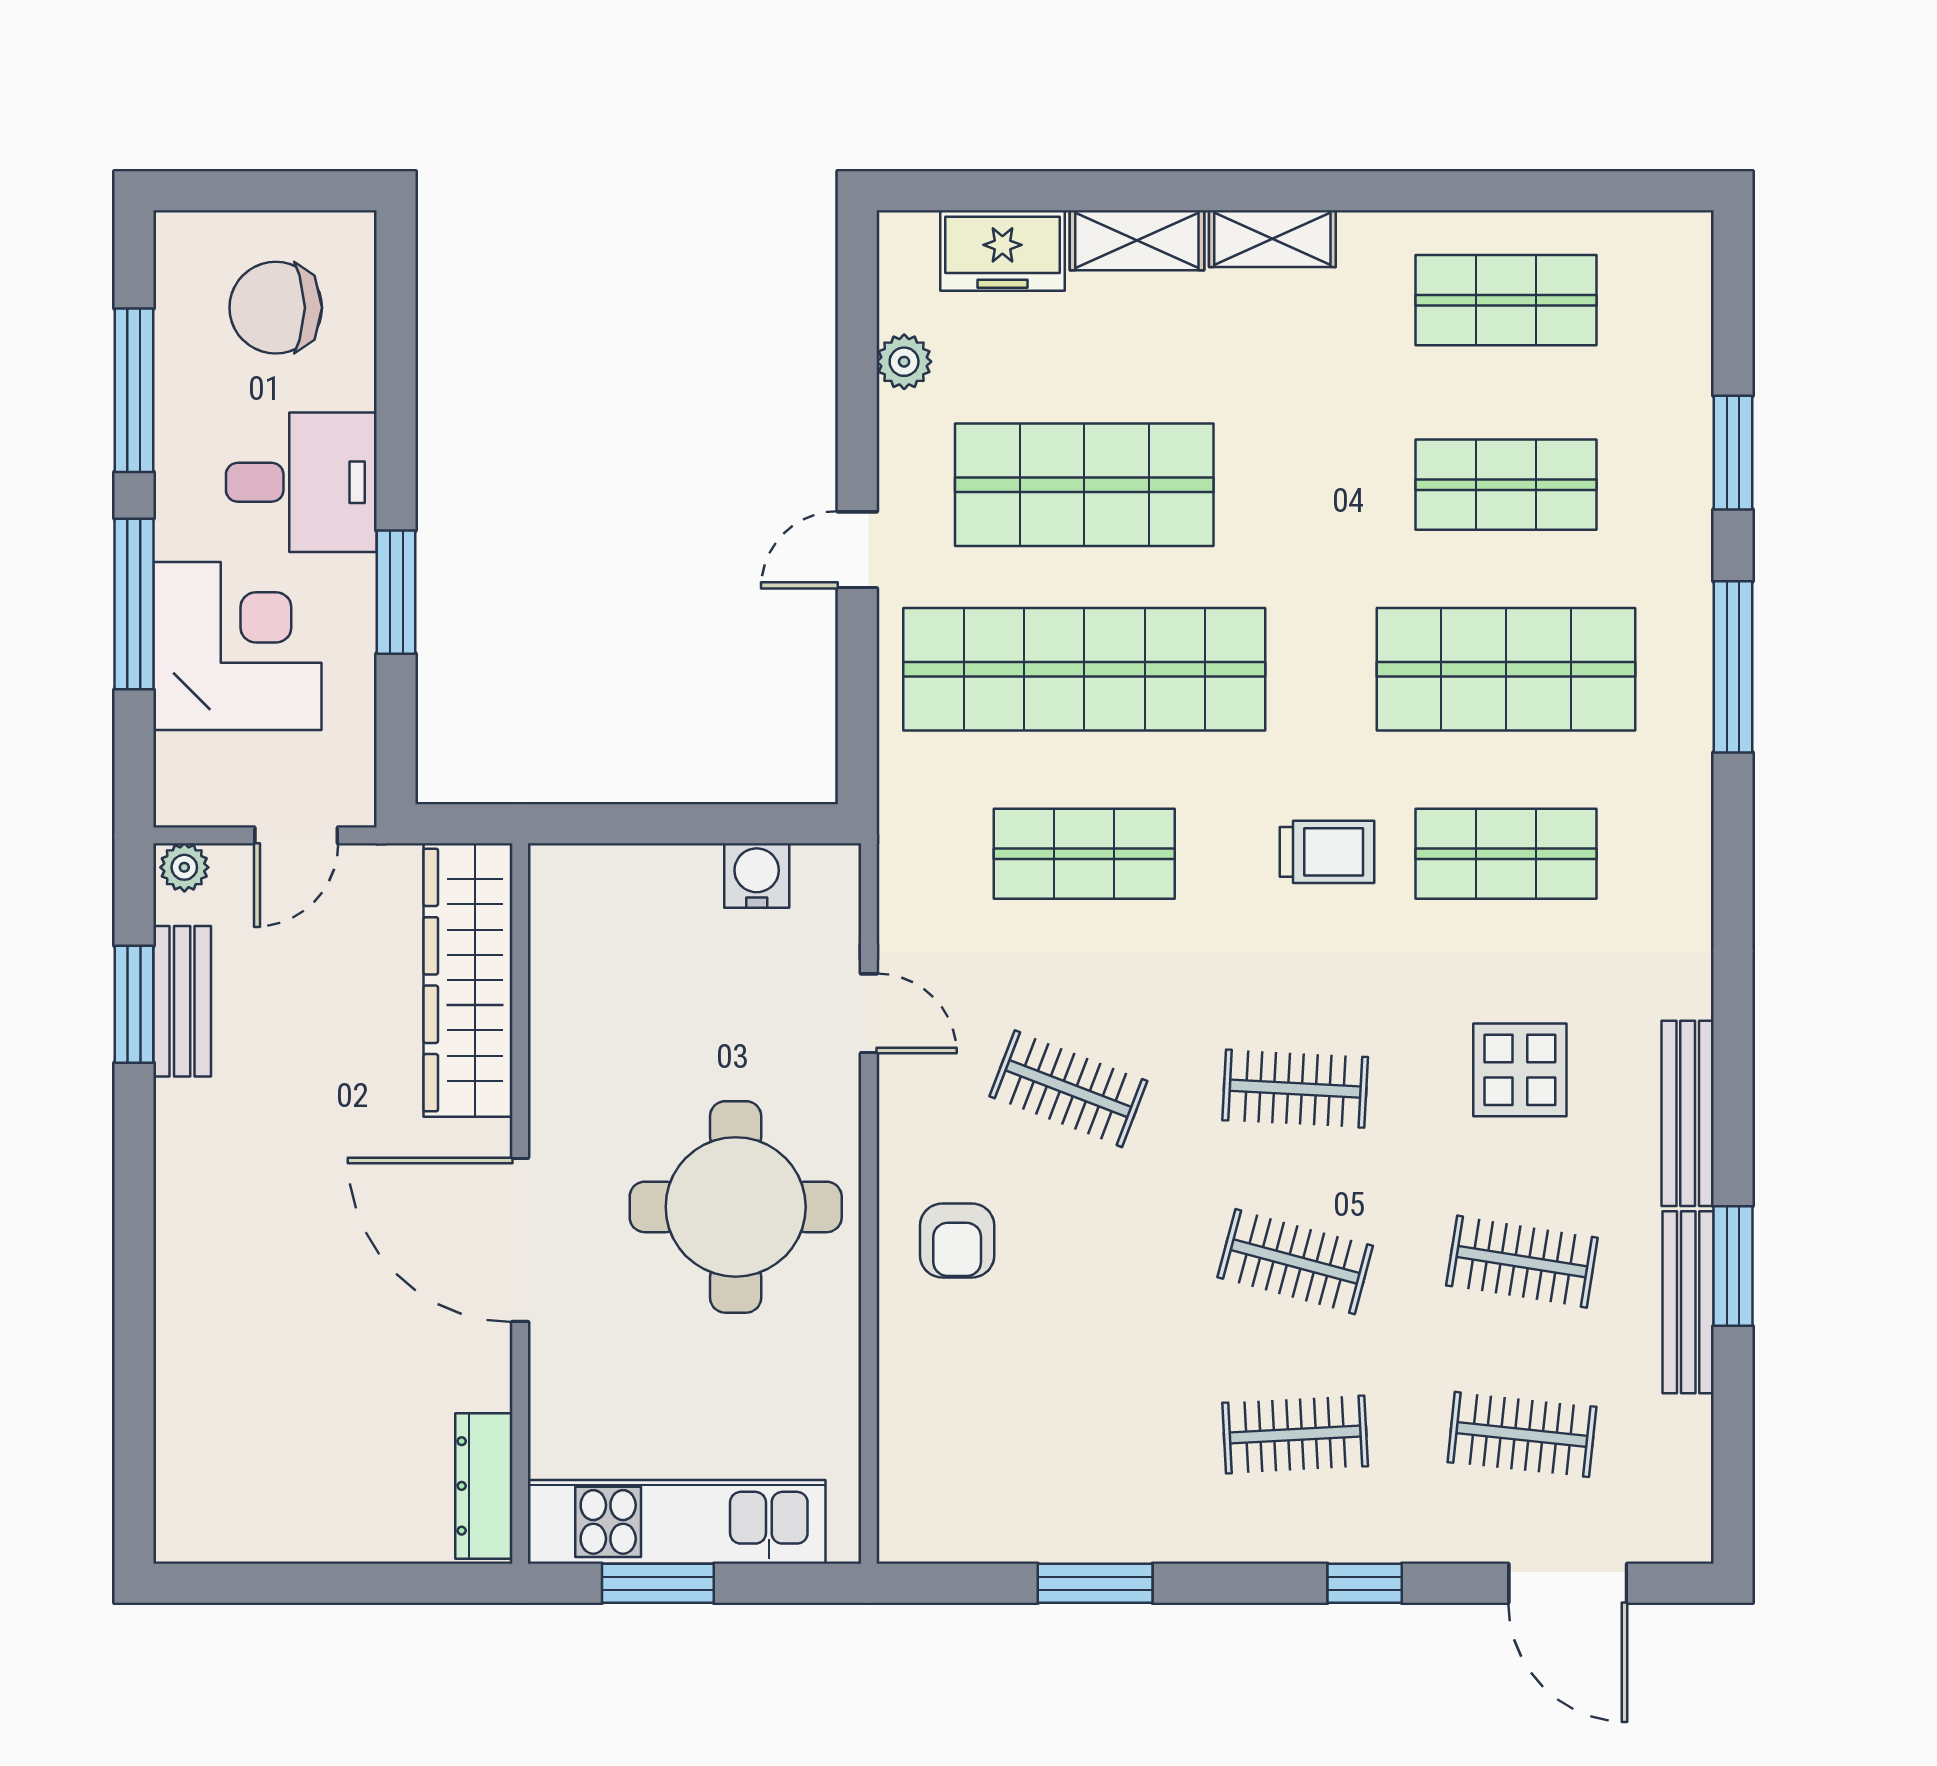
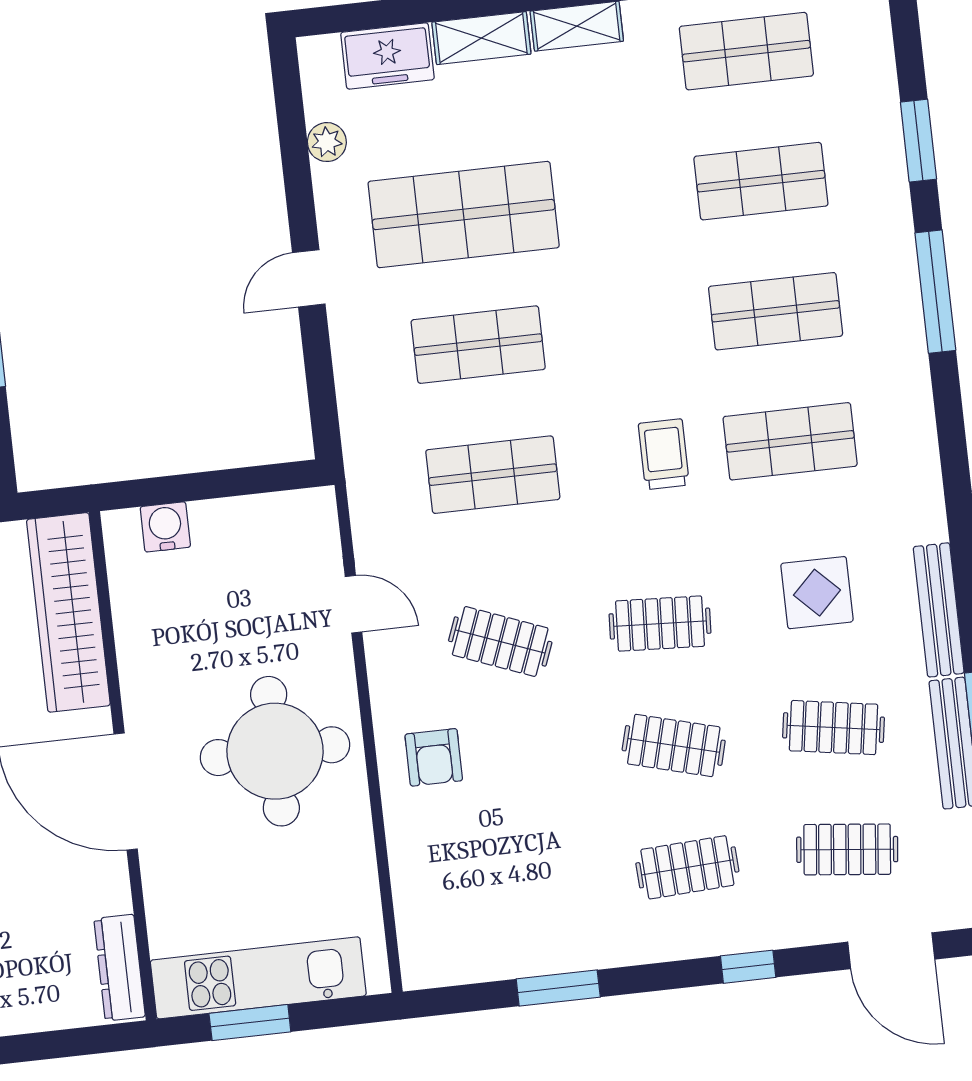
shop shelf: (1084, 669) -> (478, 345), width x0.50, depth x0.74
shop shelf: (1506, 669) -> (776, 311), width x0.70, depth x0.74
trolley: (1327, 852) -> (664, 454), turned -90
water cooler: (757, 875) -> (165, 527), moved

